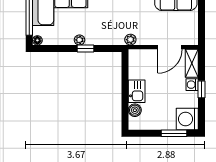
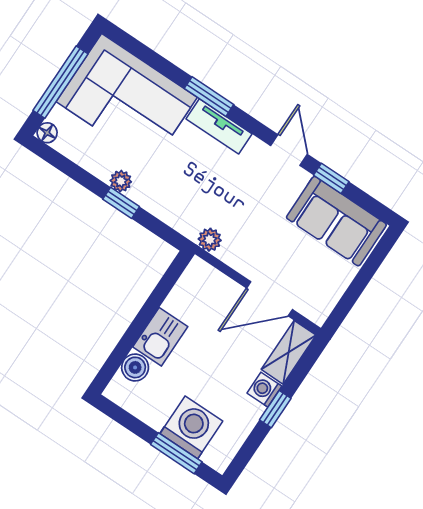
washing machine: (187, 119) -> (191, 427), moved, turned 90

